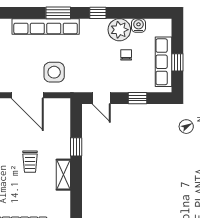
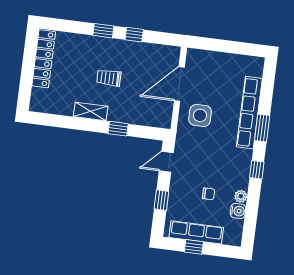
plant: (119, 30) -> (241, 196), width x0.53, depth x0.53

